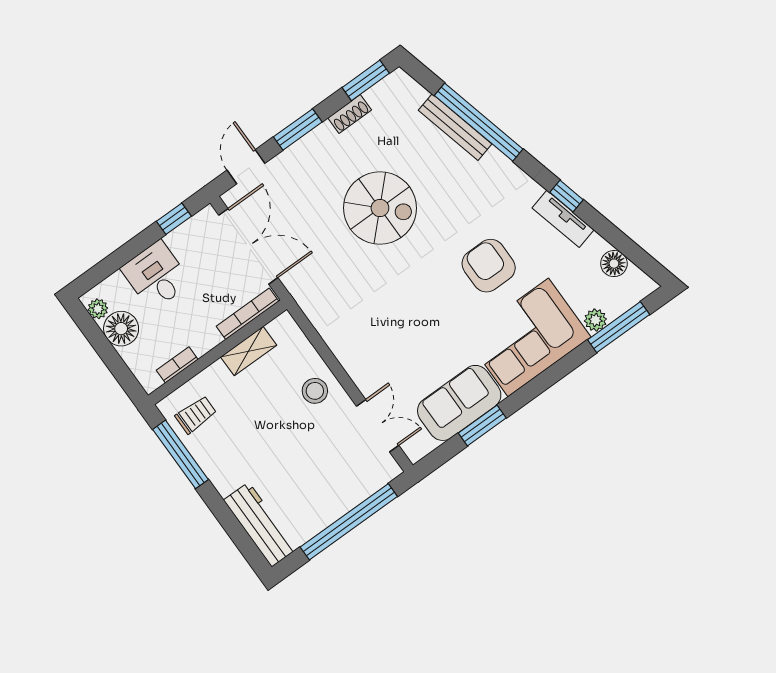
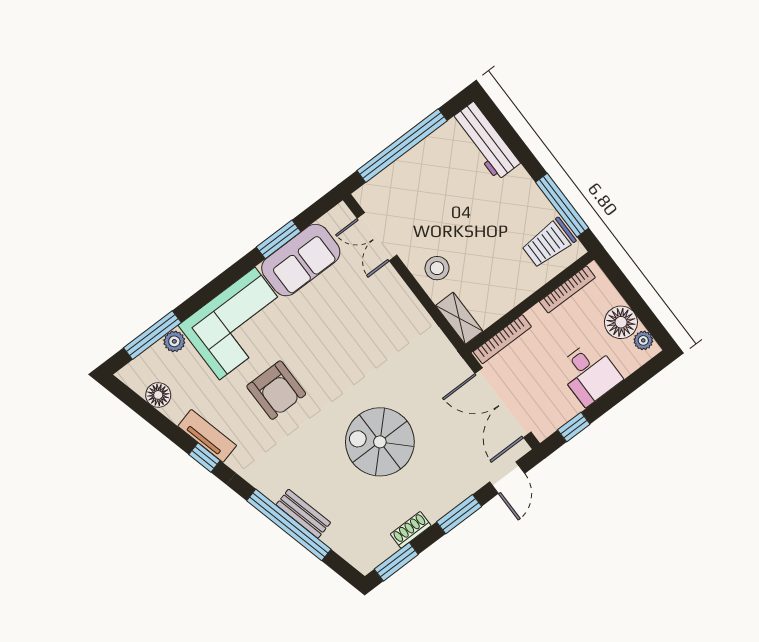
bench: (455, 127) -> (303, 514), width x0.73
shelving: (249, 351) -> (459, 318), moved, turned 90
bookcase: (177, 365) -> (567, 289), width x1.56
trolley: (196, 415) -> (549, 243), width x1.36, depth x1.39

